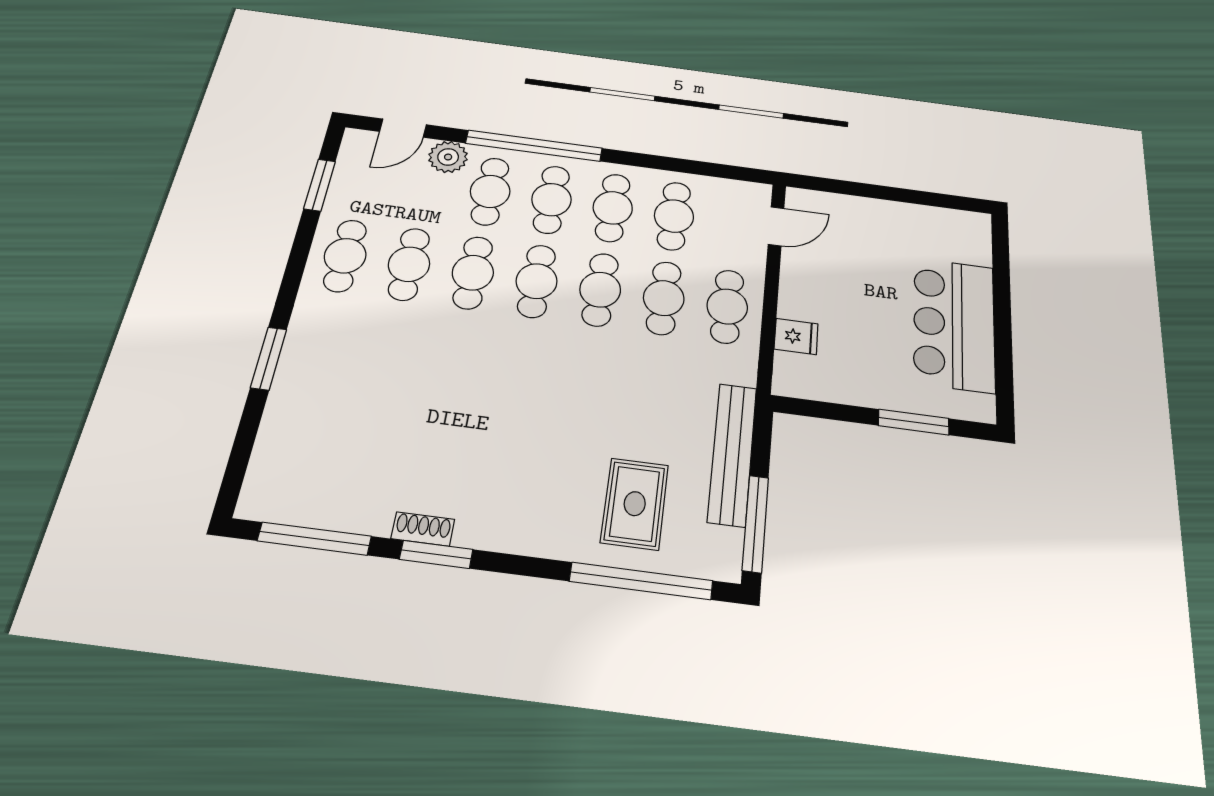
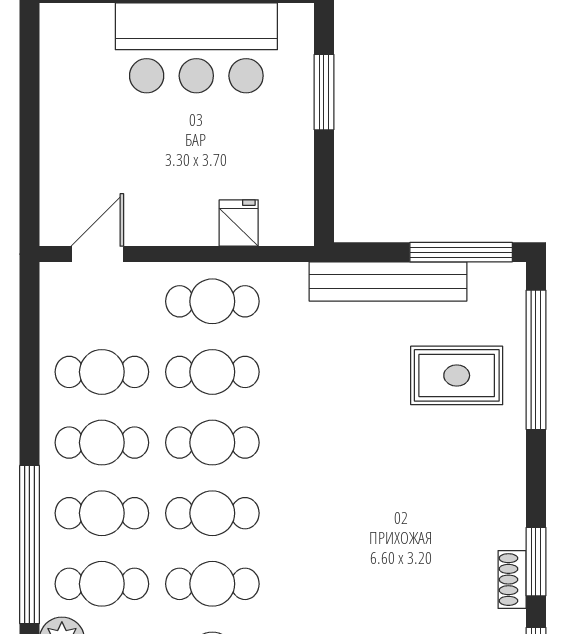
door: (776, 226) -> (97, 254), hinge flipped

